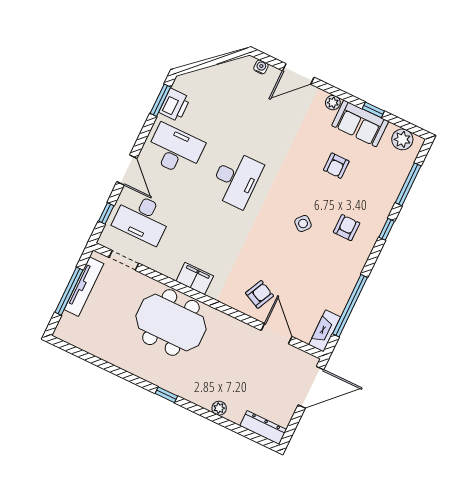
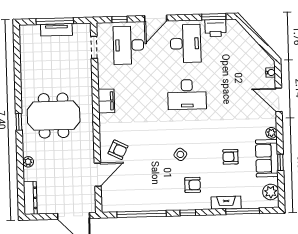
window: (387, 229) -> (188, 213), moved
tv unit: (84, 287) -> (56, 30), width x0.71
meeting table: (171, 322) -> (54, 116), moved, turned 90
fireplace: (325, 331) -> (226, 203), moved

